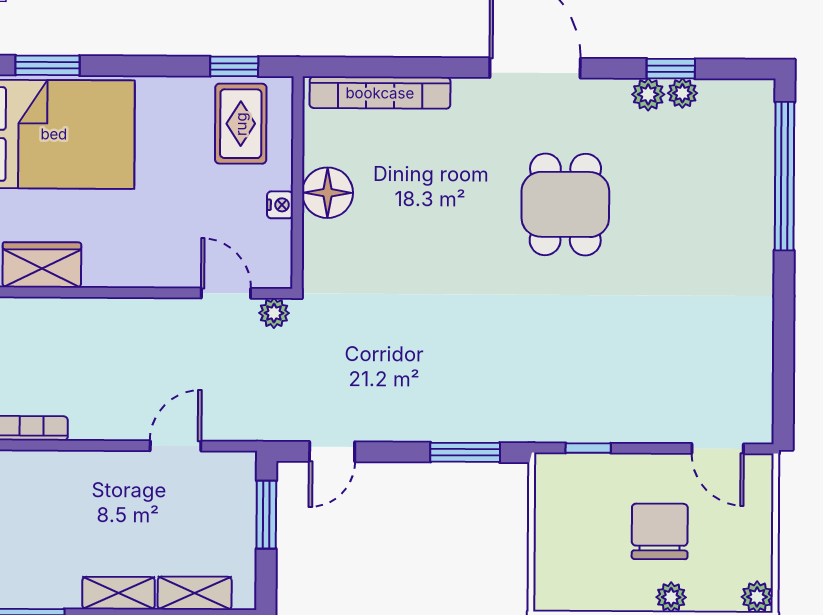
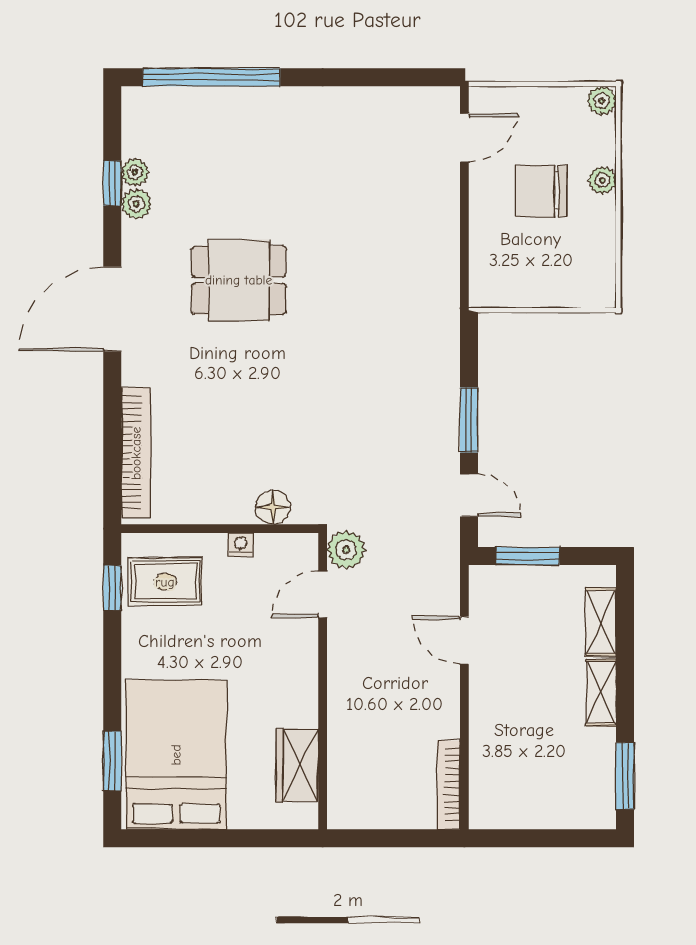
floor lamp: (327, 193) -> (273, 507), moved, width x0.73, depth x0.73
plant: (274, 313) -> (346, 550), width x1.38, depth x1.38
window: (588, 448) -> (464, 258), removed
window: (465, 452) -> (469, 420), moved

